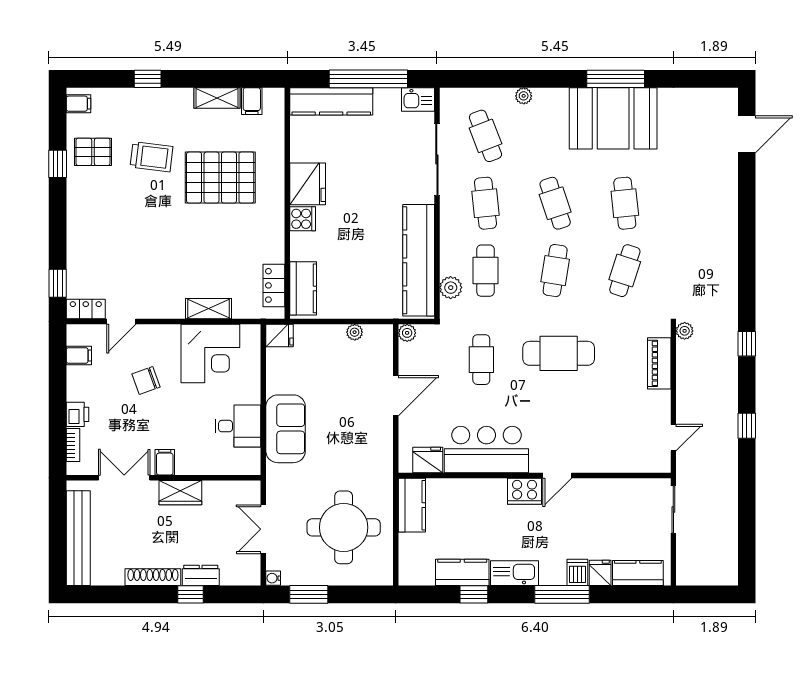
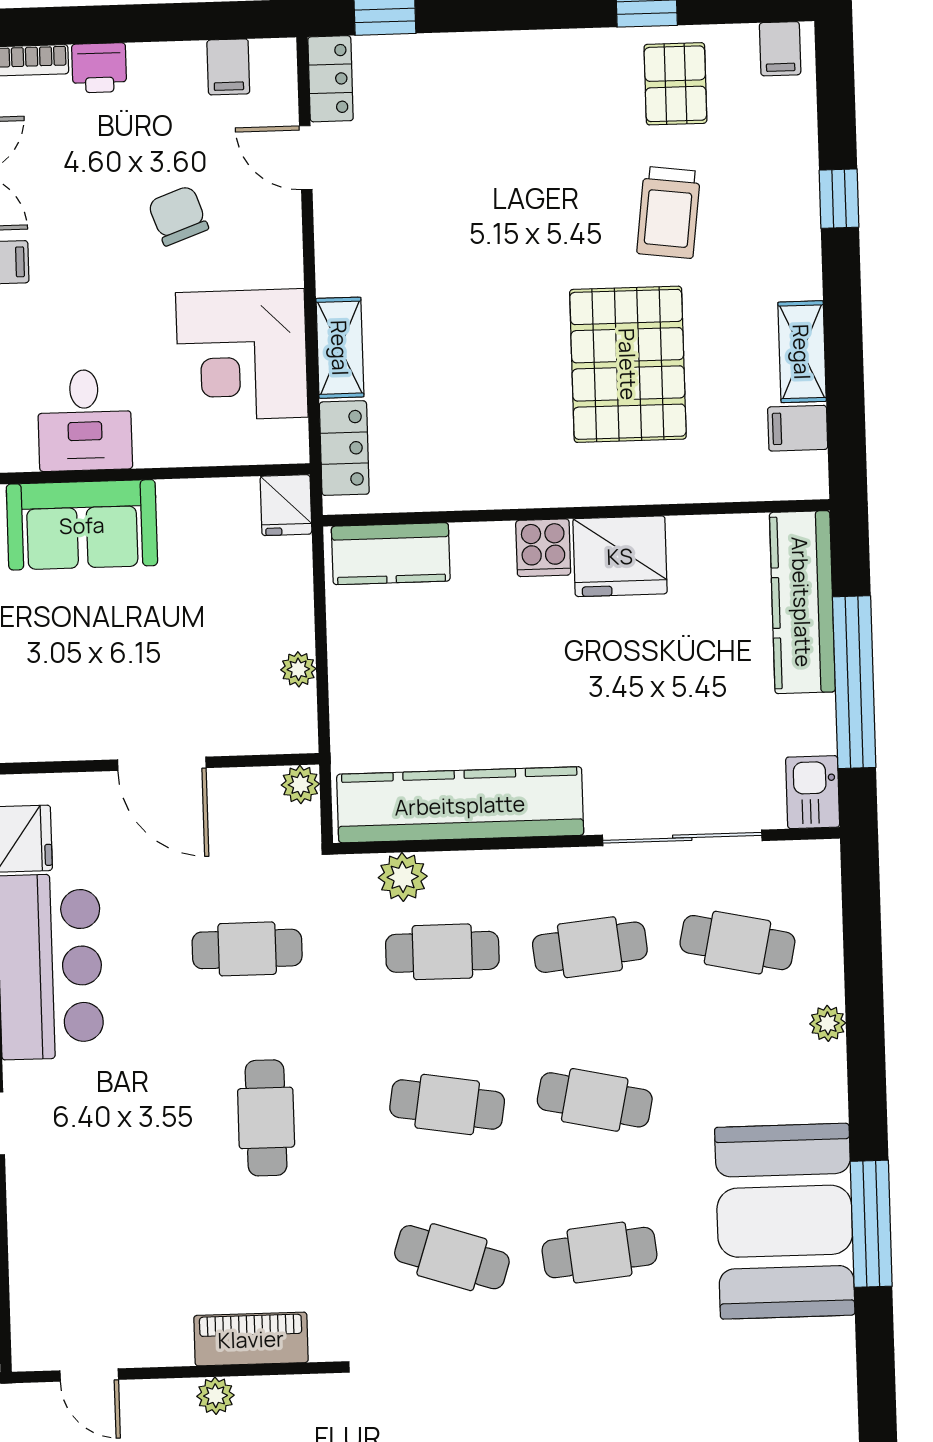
cafe table: (485, 136) -> (737, 943), turned 33
cafe table: (555, 203) -> (595, 1100), turned 30
locker: (274, 285) -> (344, 448), moved, turned 90
plant: (685, 331) -> (215, 1396), moved
cafe table: (559, 353) -> (266, 1118), width x0.73, depth x0.74

